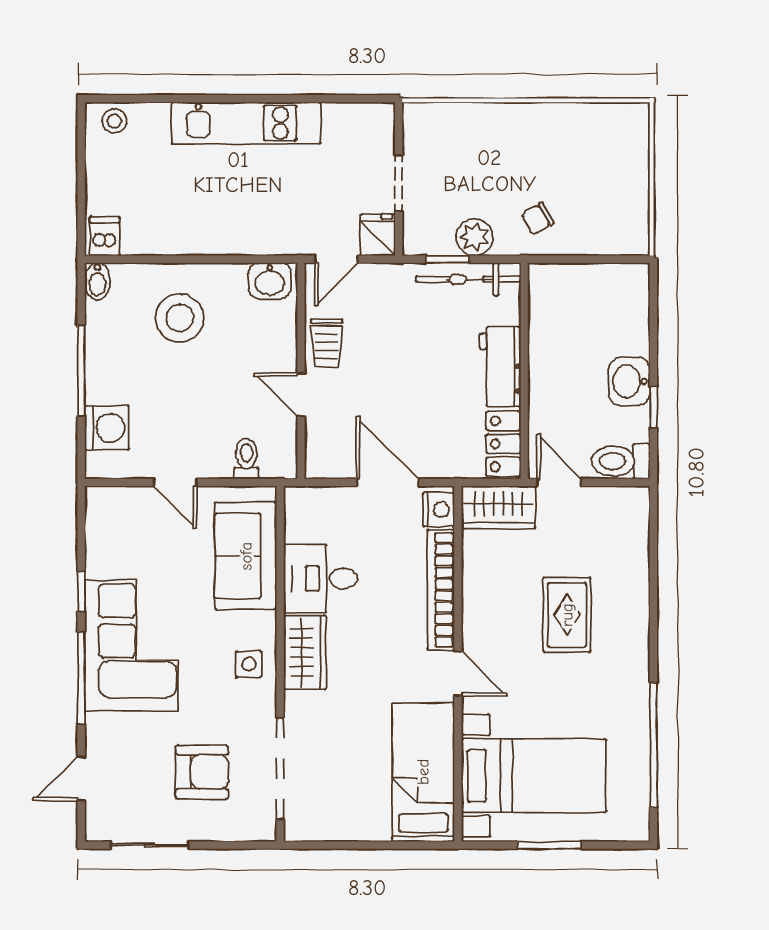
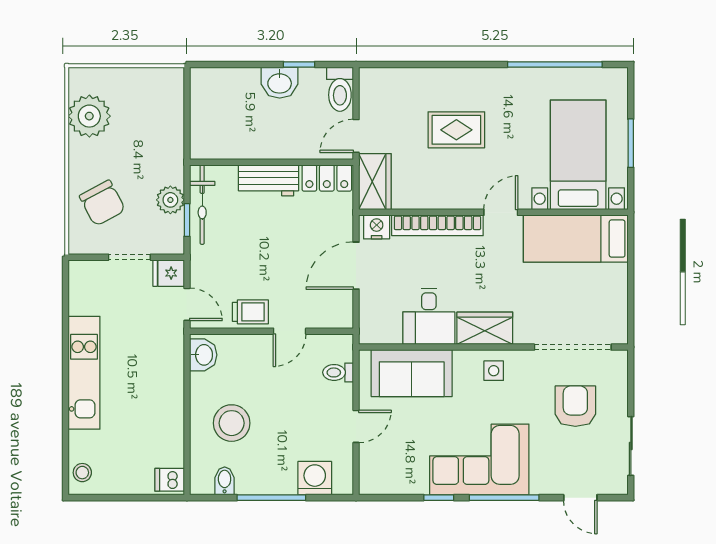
plant: (585, 130) -> (89, 116), added
chair: (538, 219) -> (102, 203), moved, width x1.87, depth x1.87
bidet: (97, 281) -> (225, 481), moved, turned -90

